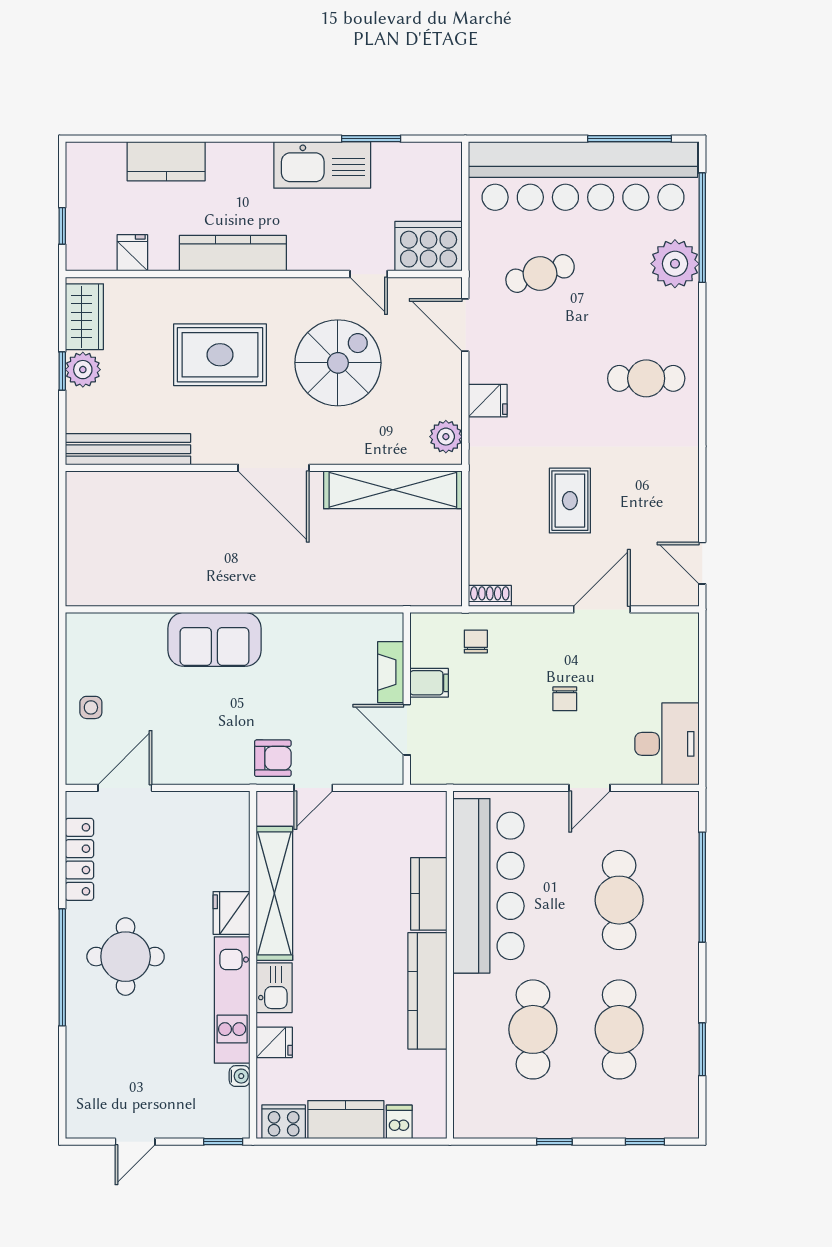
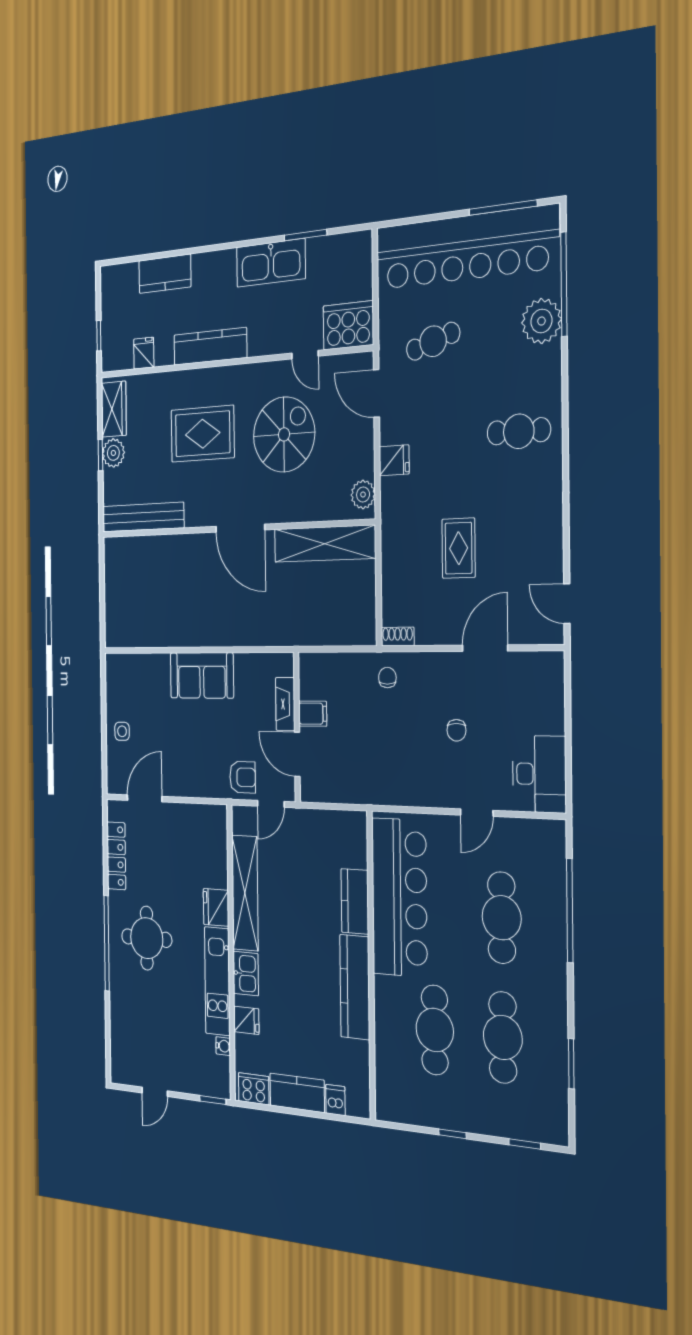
fireplace: (391, 672) -> (285, 704), moved
filing cabinet: (429, 683) -> (313, 714), moved
wall: (407, 699) -> (297, 727), moved
door: (407, 730) -> (297, 754), moved

